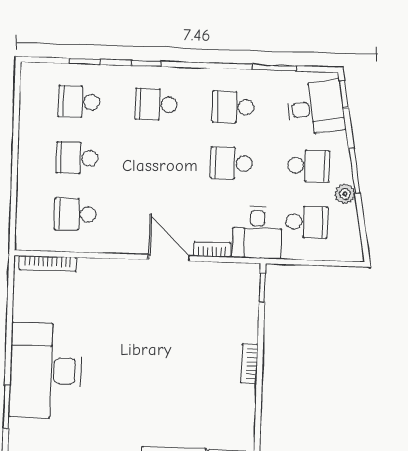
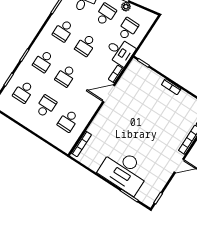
school desk: (77, 158) -> (46, 106), turned 180
school desk: (154, 161) -> (66, 76), added

